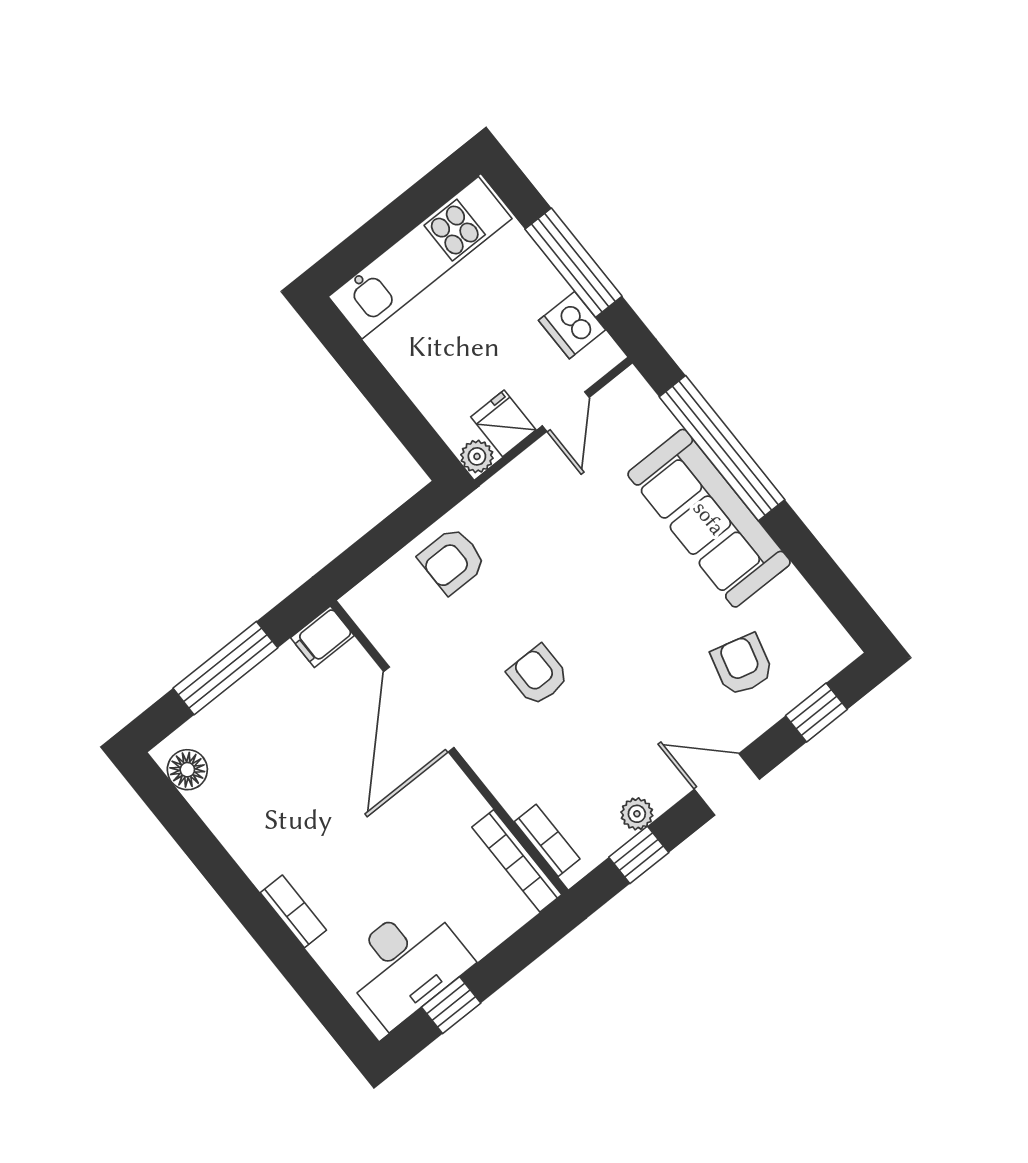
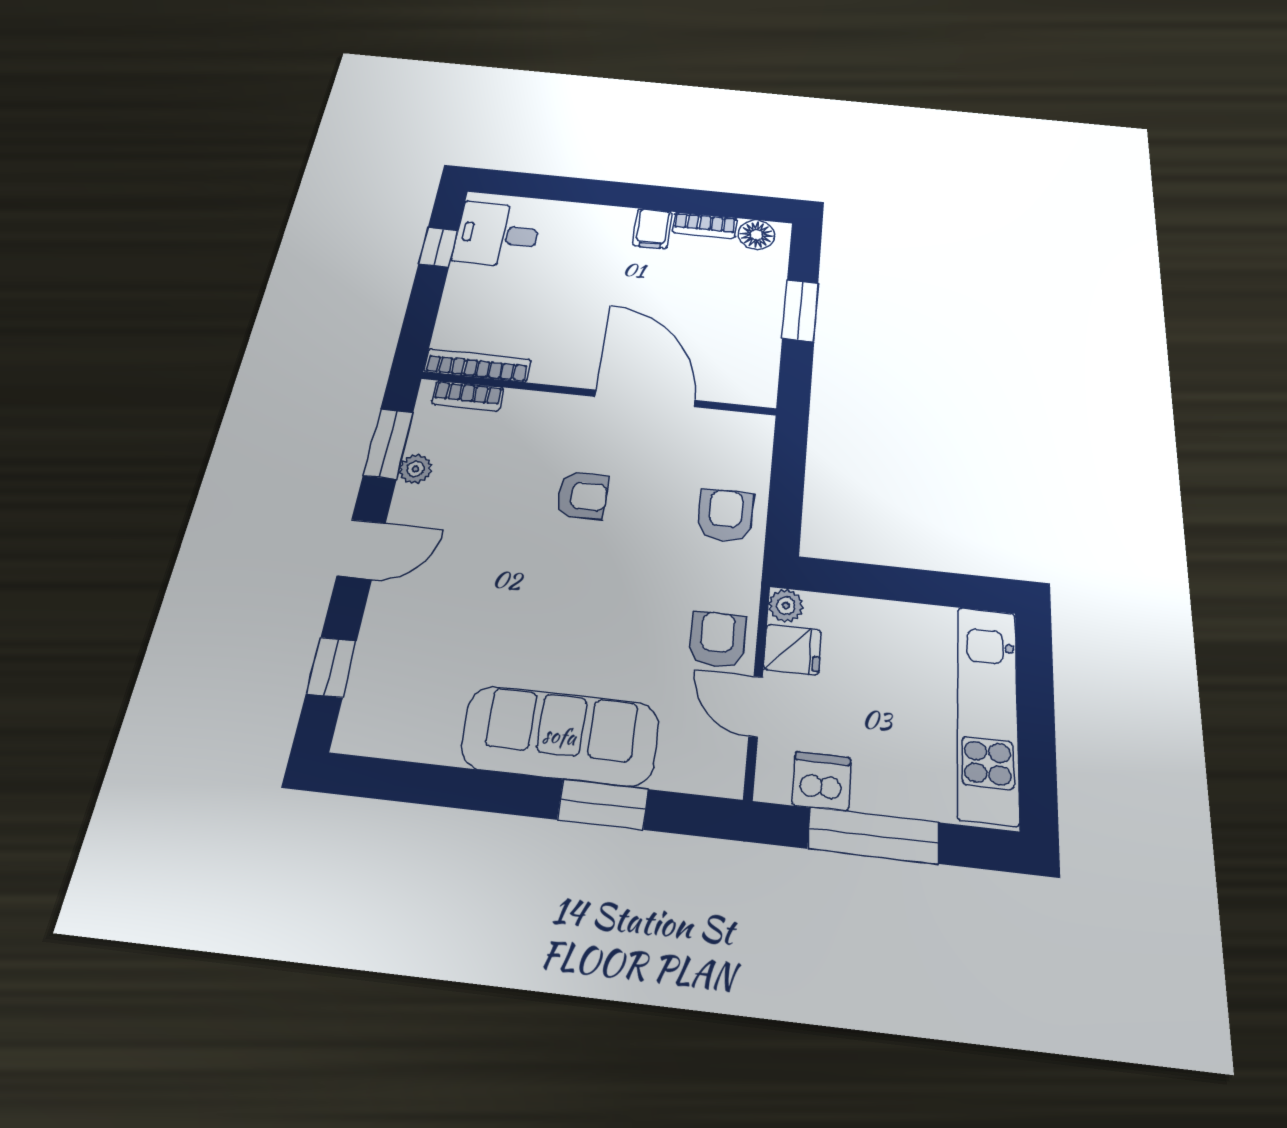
window: (722, 448) -> (603, 804), width x0.47
filing cabinet: (322, 637) -> (652, 229), moved, turned 180
armchair: (742, 665) -> (717, 639), moved, turned -105
window: (225, 668) -> (800, 311), width x0.69
window: (639, 855) -> (388, 444), width x1.50
bookcase: (293, 911) -> (705, 225), moved
desk: (405, 963) -> (497, 234), width x0.73

